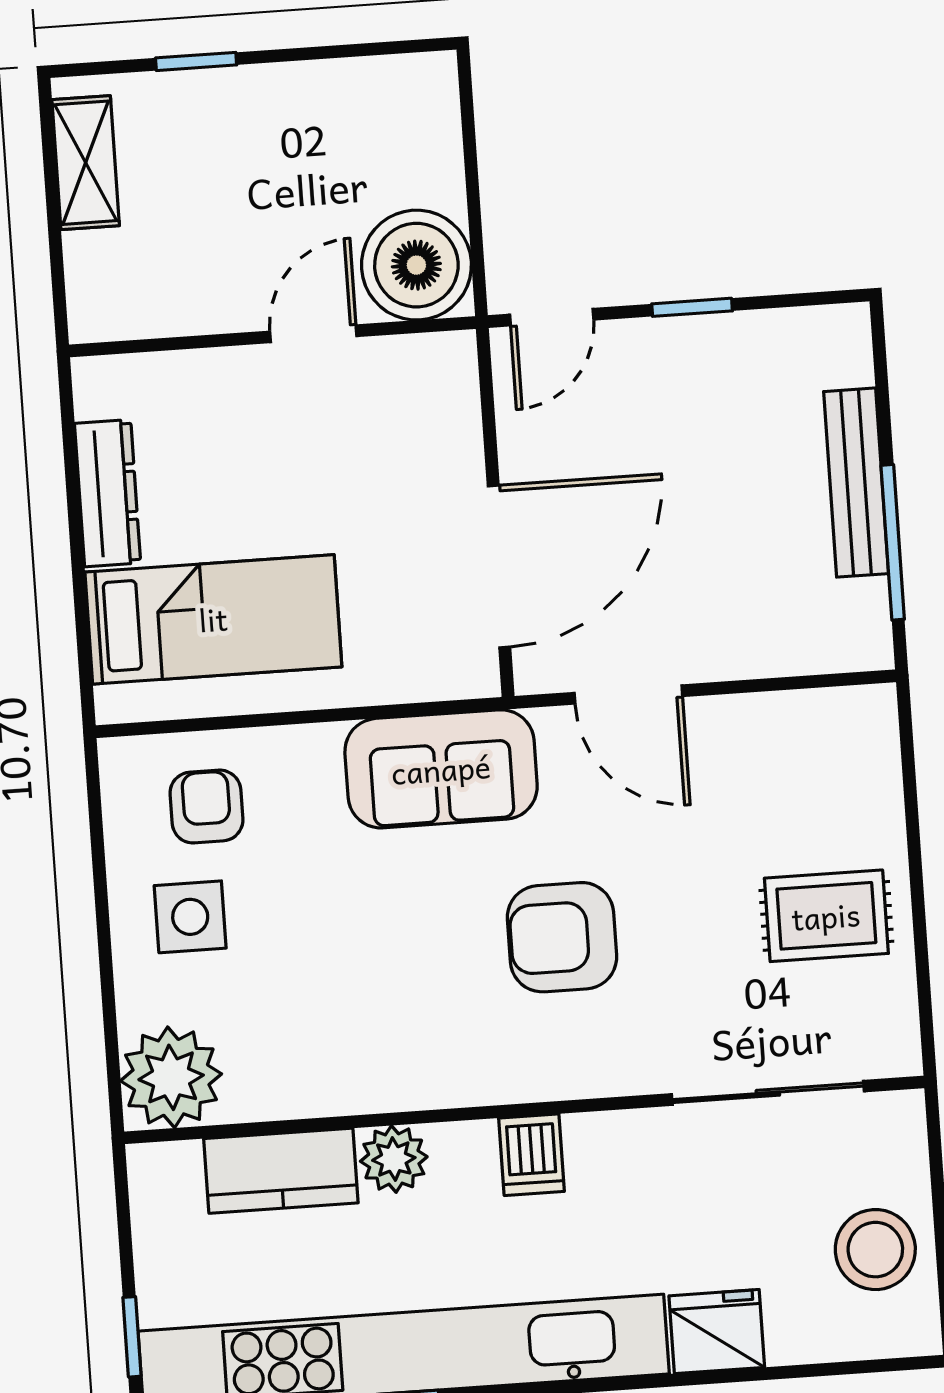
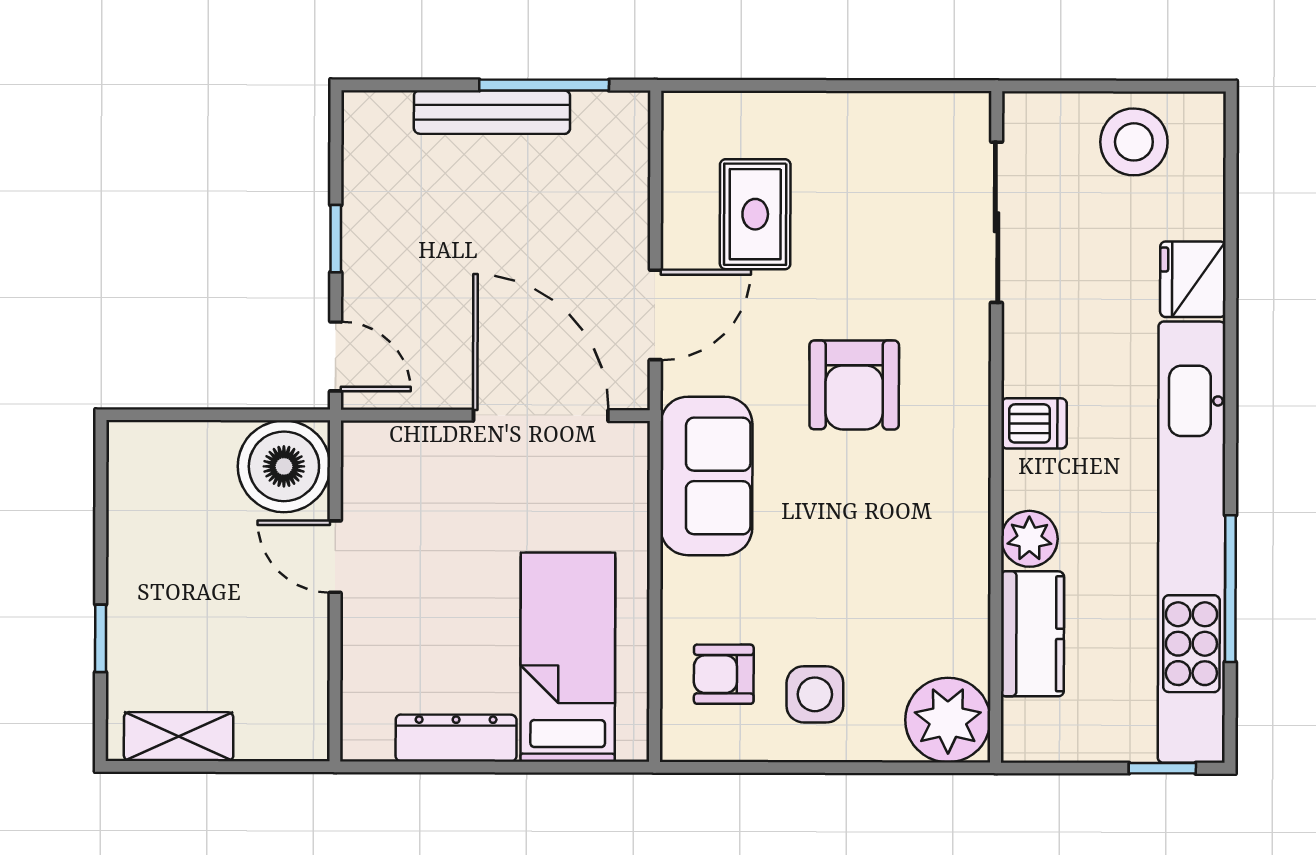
rug: (826, 916) -> (755, 214), moved

